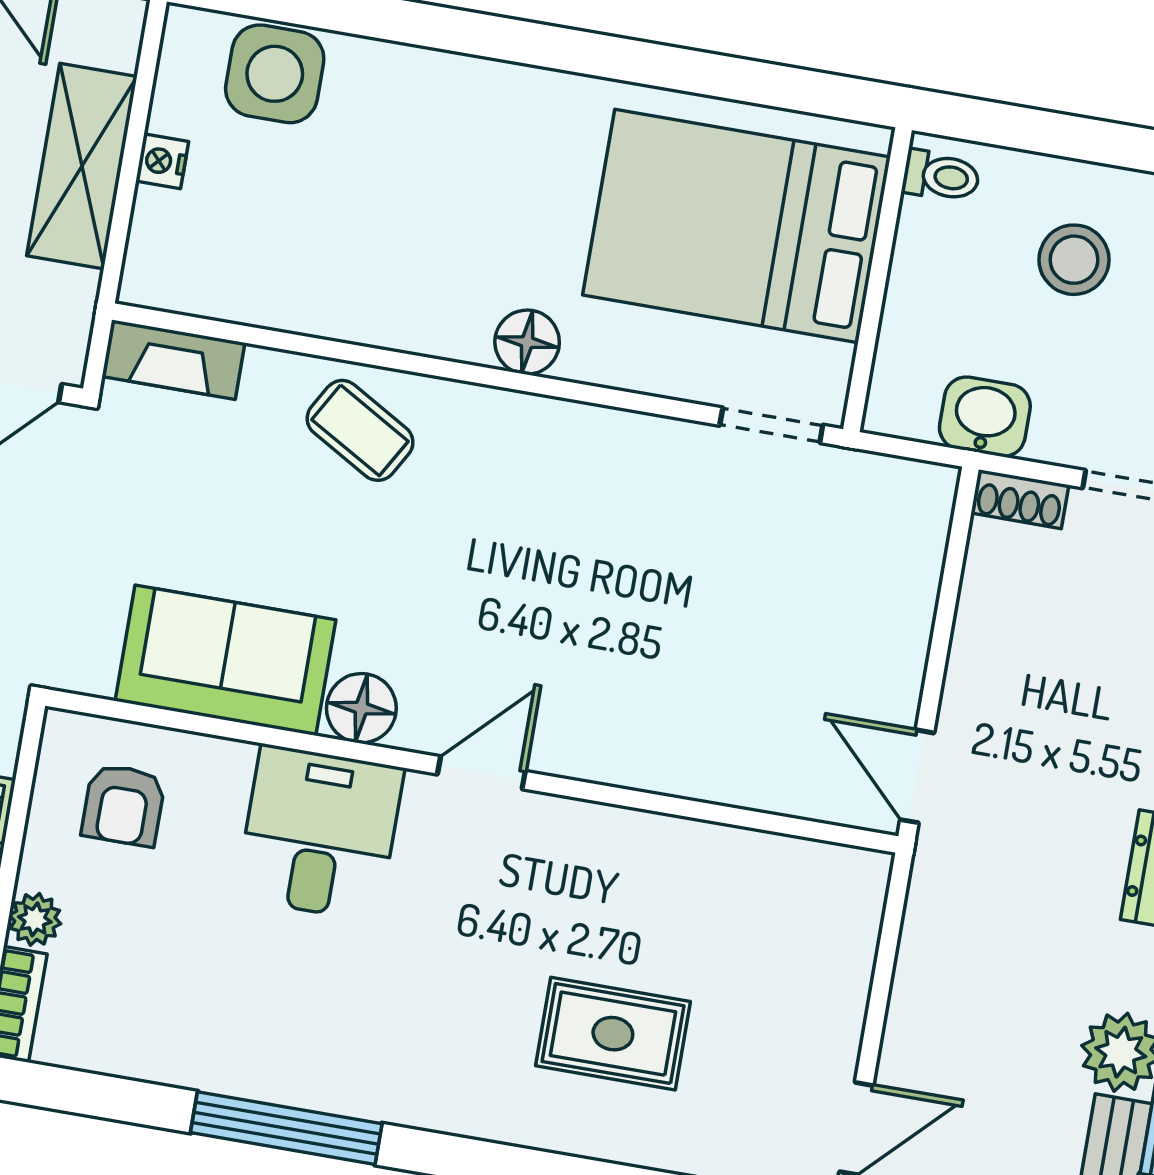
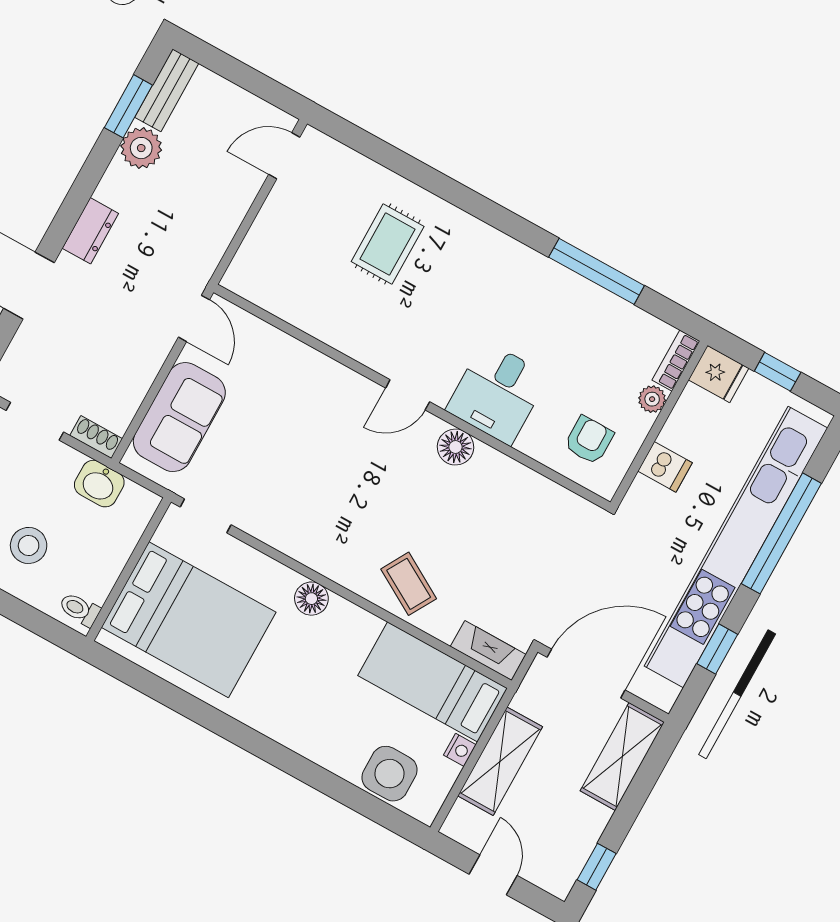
bed: (255, 267) -> (433, 682), added
sofa: (225, 660) -> (179, 417), moved, turned -90
rug: (613, 1034) -> (388, 244), turned 90
window: (286, 1128) -> (597, 271), moved

